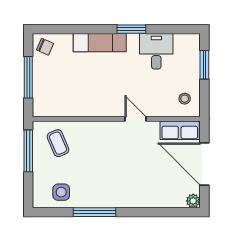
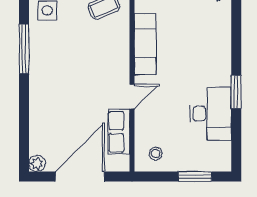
exam couch: (100, 43) -> (145, 44), moved, turned 180
desk: (156, 51) -> (211, 114), width x1.37
row of seats: (180, 130) -> (119, 132), moved

